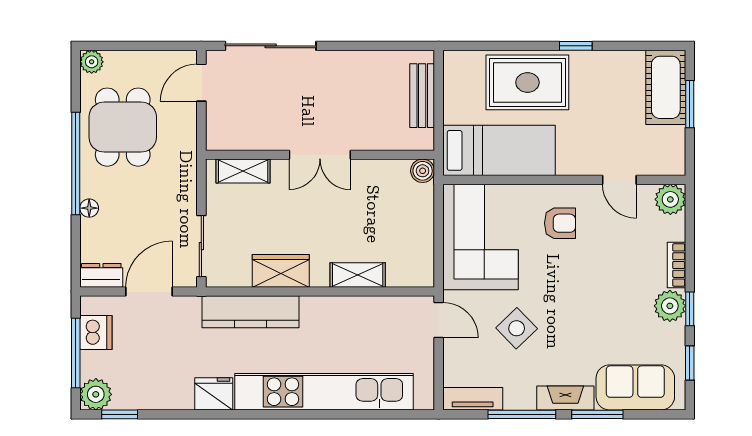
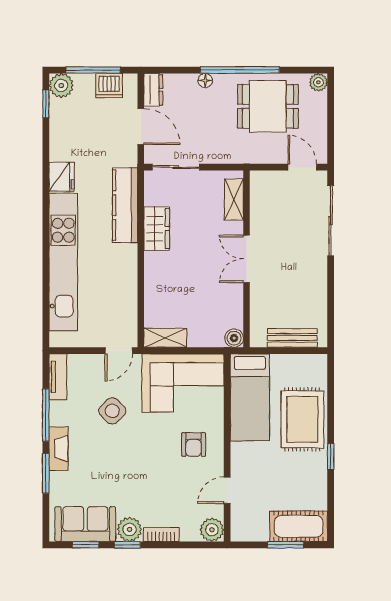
shelving: (358, 275) -> (165, 338), moved, turned 90
sofa: (635, 387) -> (85, 524), moved, turned -90

